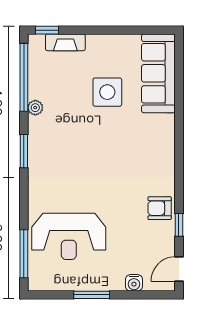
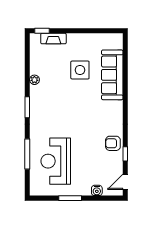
sofa: (158, 73) -> (112, 75), moved
window: (24, 77) -> (27, 61), removed
reception desk: (69, 236) -> (56, 161), turned 90
window: (24, 254) -> (27, 154), moved

